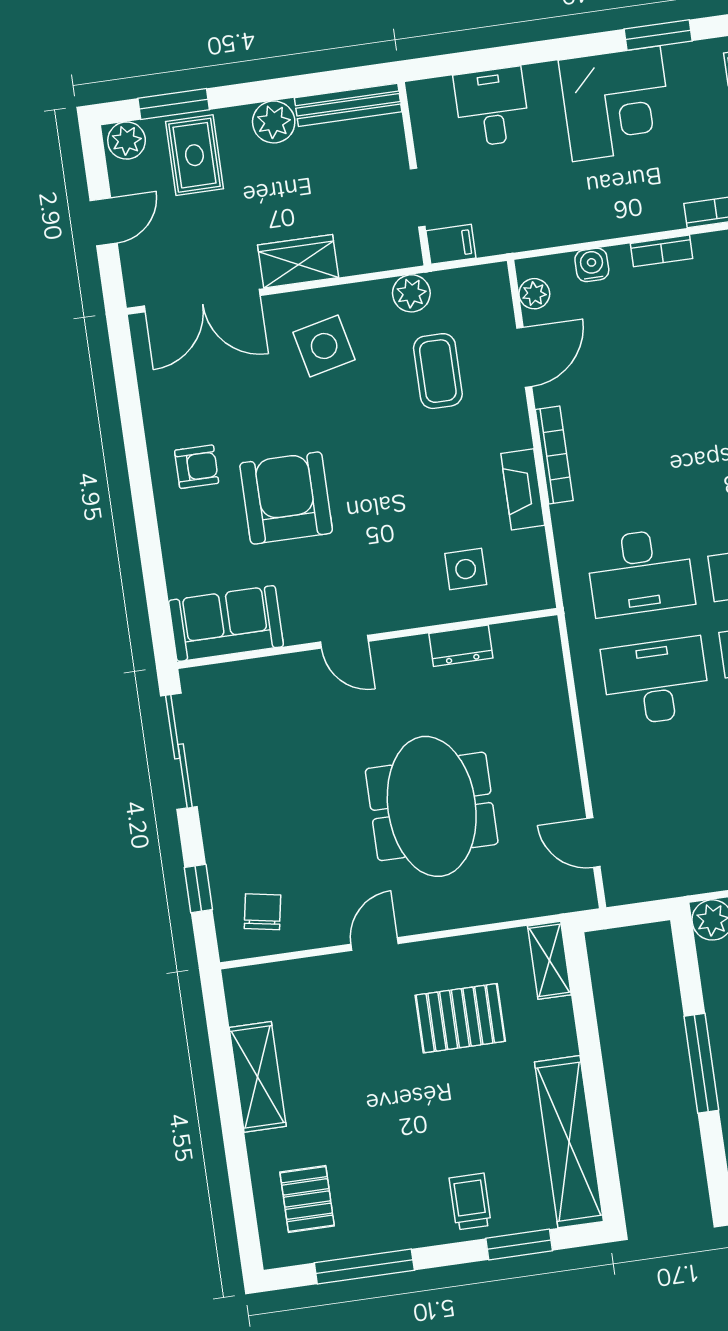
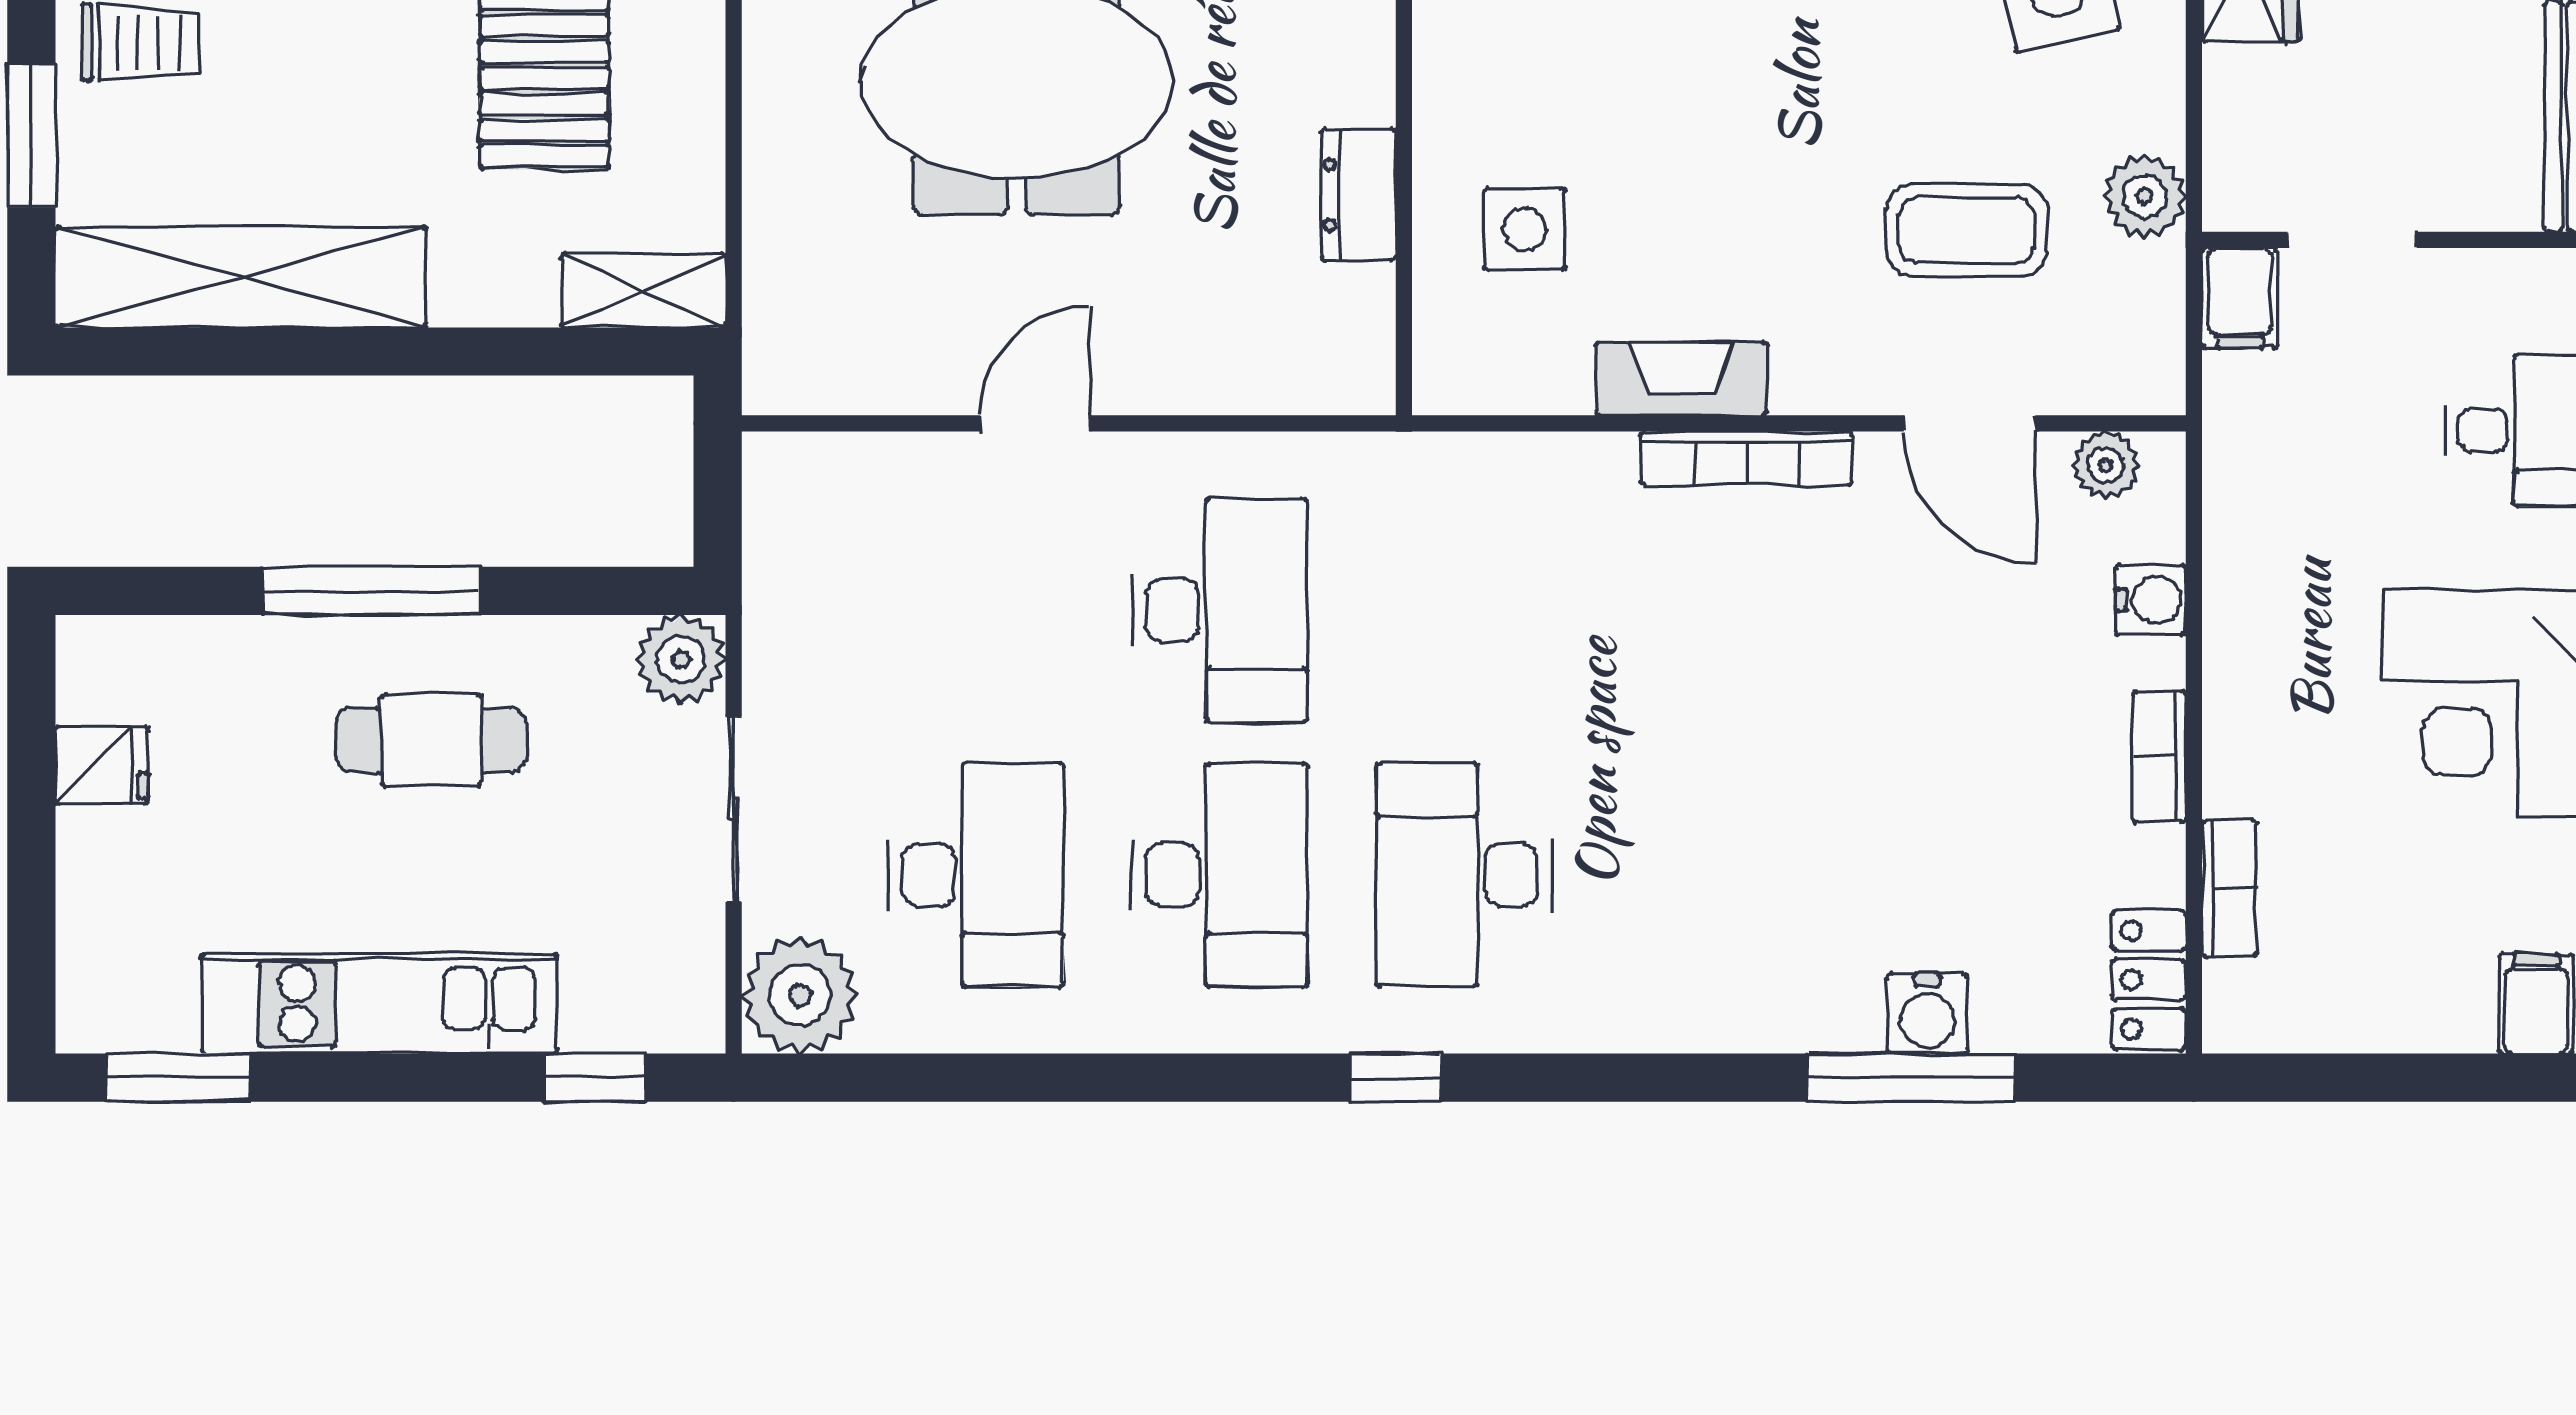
desk: (640, 572) -> (1464, 610), removed
door: (593, 843) -> (1035, 423), moved

